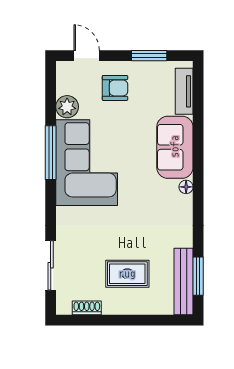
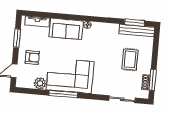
armchair: (115, 88) -> (32, 57), turned 90
window: (92, 320) -> (153, 80), added

